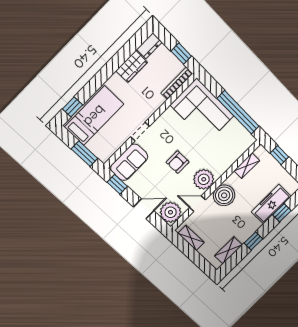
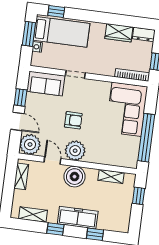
nightstand: (92, 146) -> (37, 47), added
window: (85, 154) -> (29, 34), moved
armchair: (178, 162) -> (73, 120), turned 180
window: (117, 184) -> (21, 97), moved
freezer: (271, 204) -> (78, 218), moved

